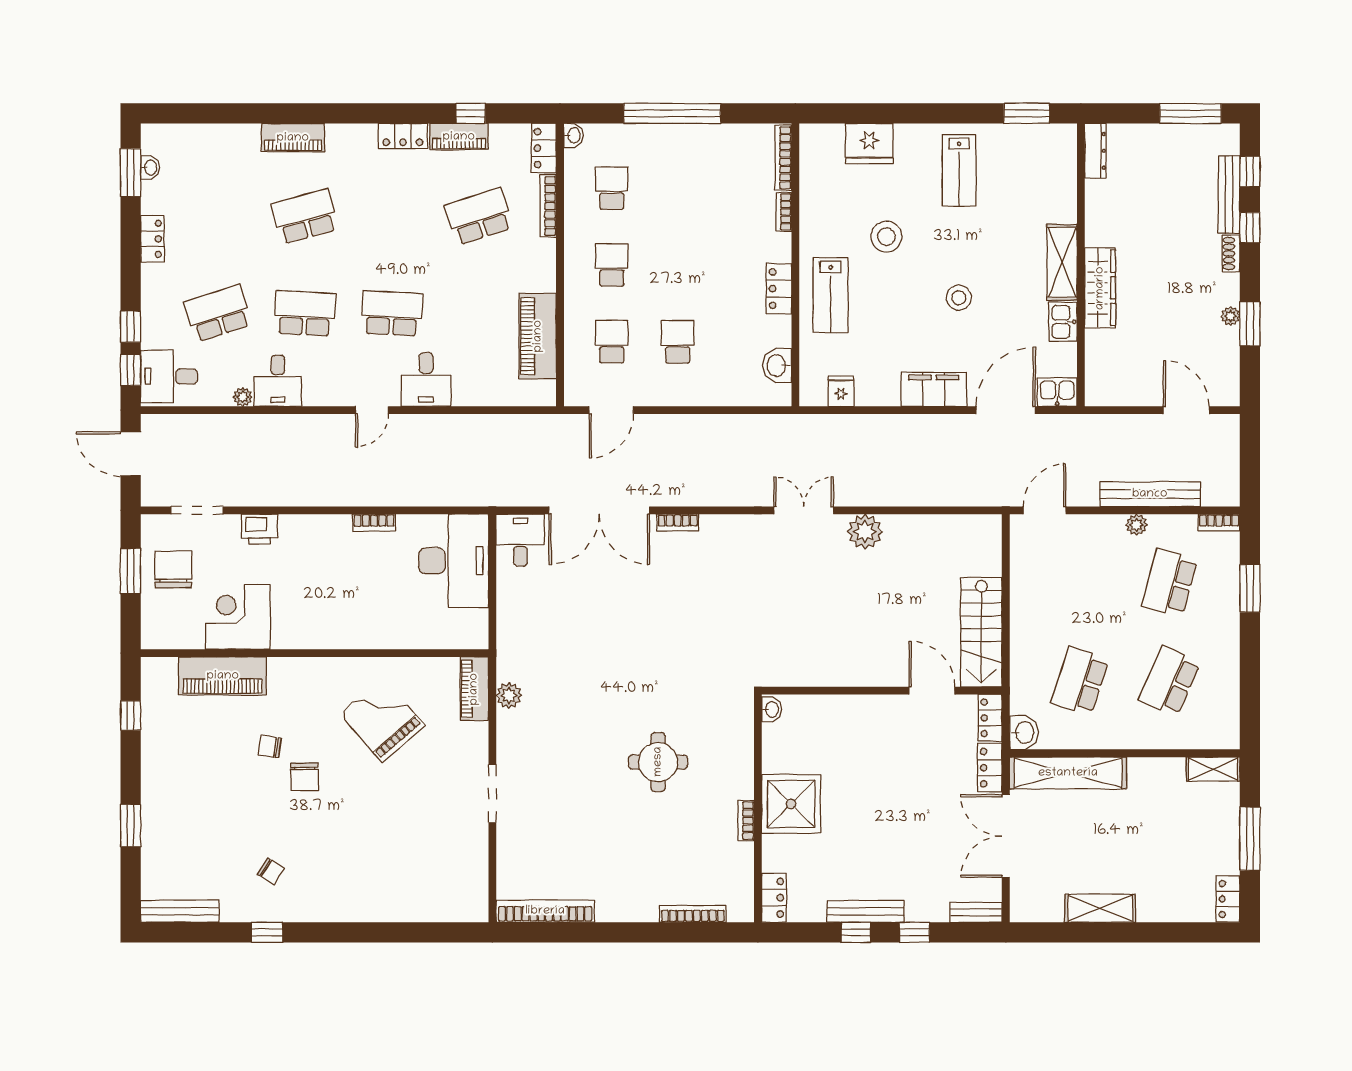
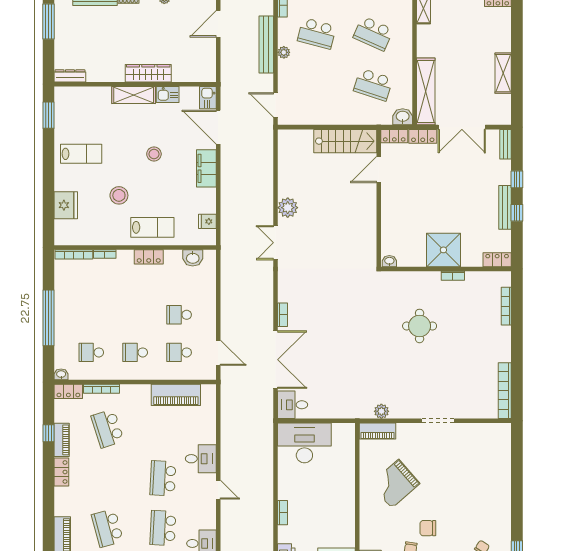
bookcase: (374, 523) -> (283, 513), moved
chair: (305, 777) -> (428, 528), turned 180

